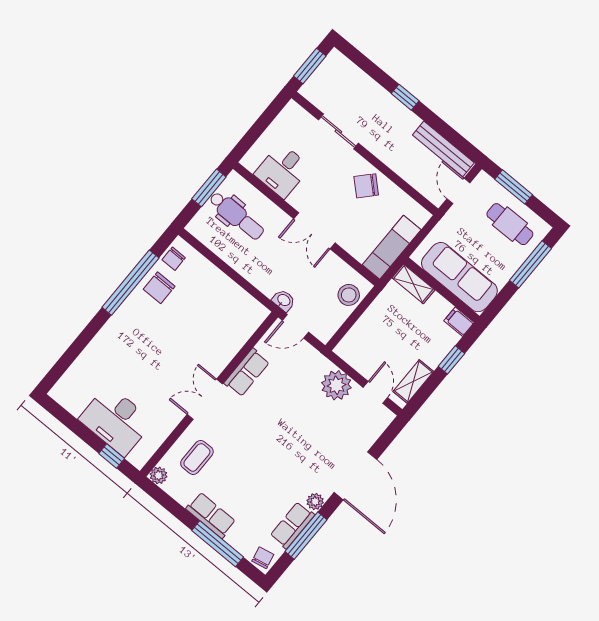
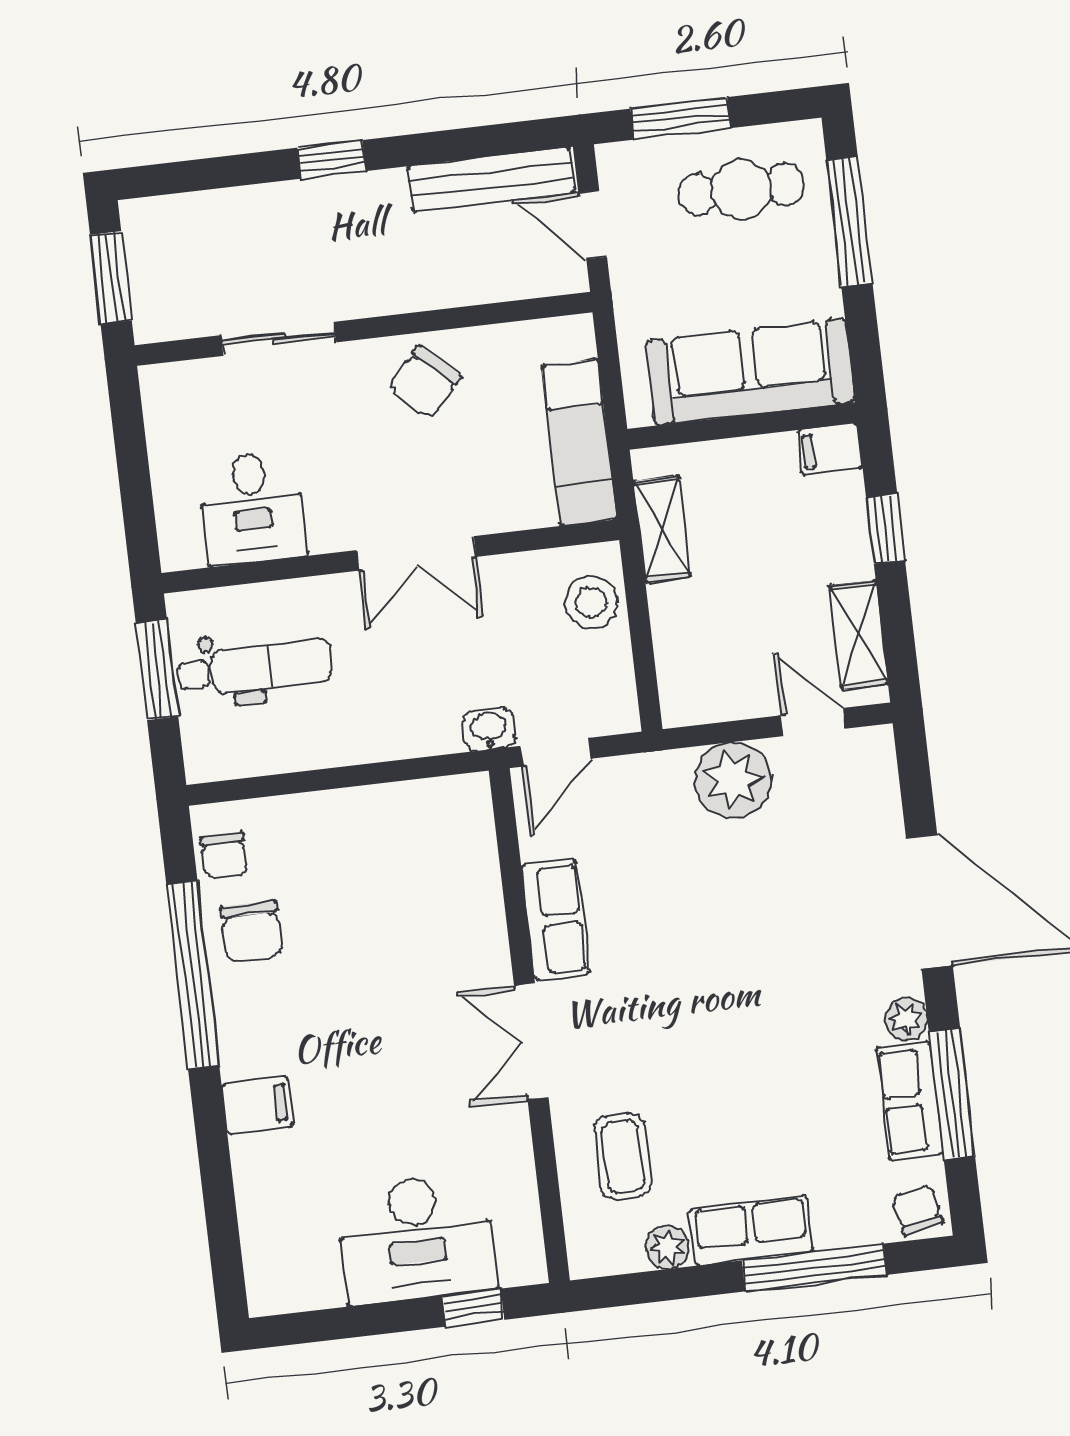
shelving: (413, 284) -> (662, 529), moved, turned 90
filing cabinet: (111, 338) -> (257, 1105), added
plant: (158, 475) -> (667, 1247), moved

